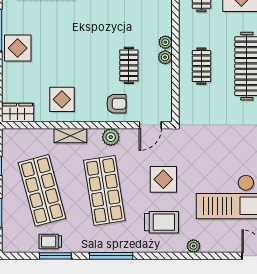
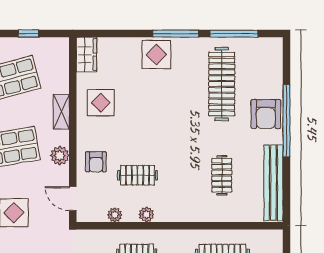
plant: (165, 42) -> (115, 215), moved

